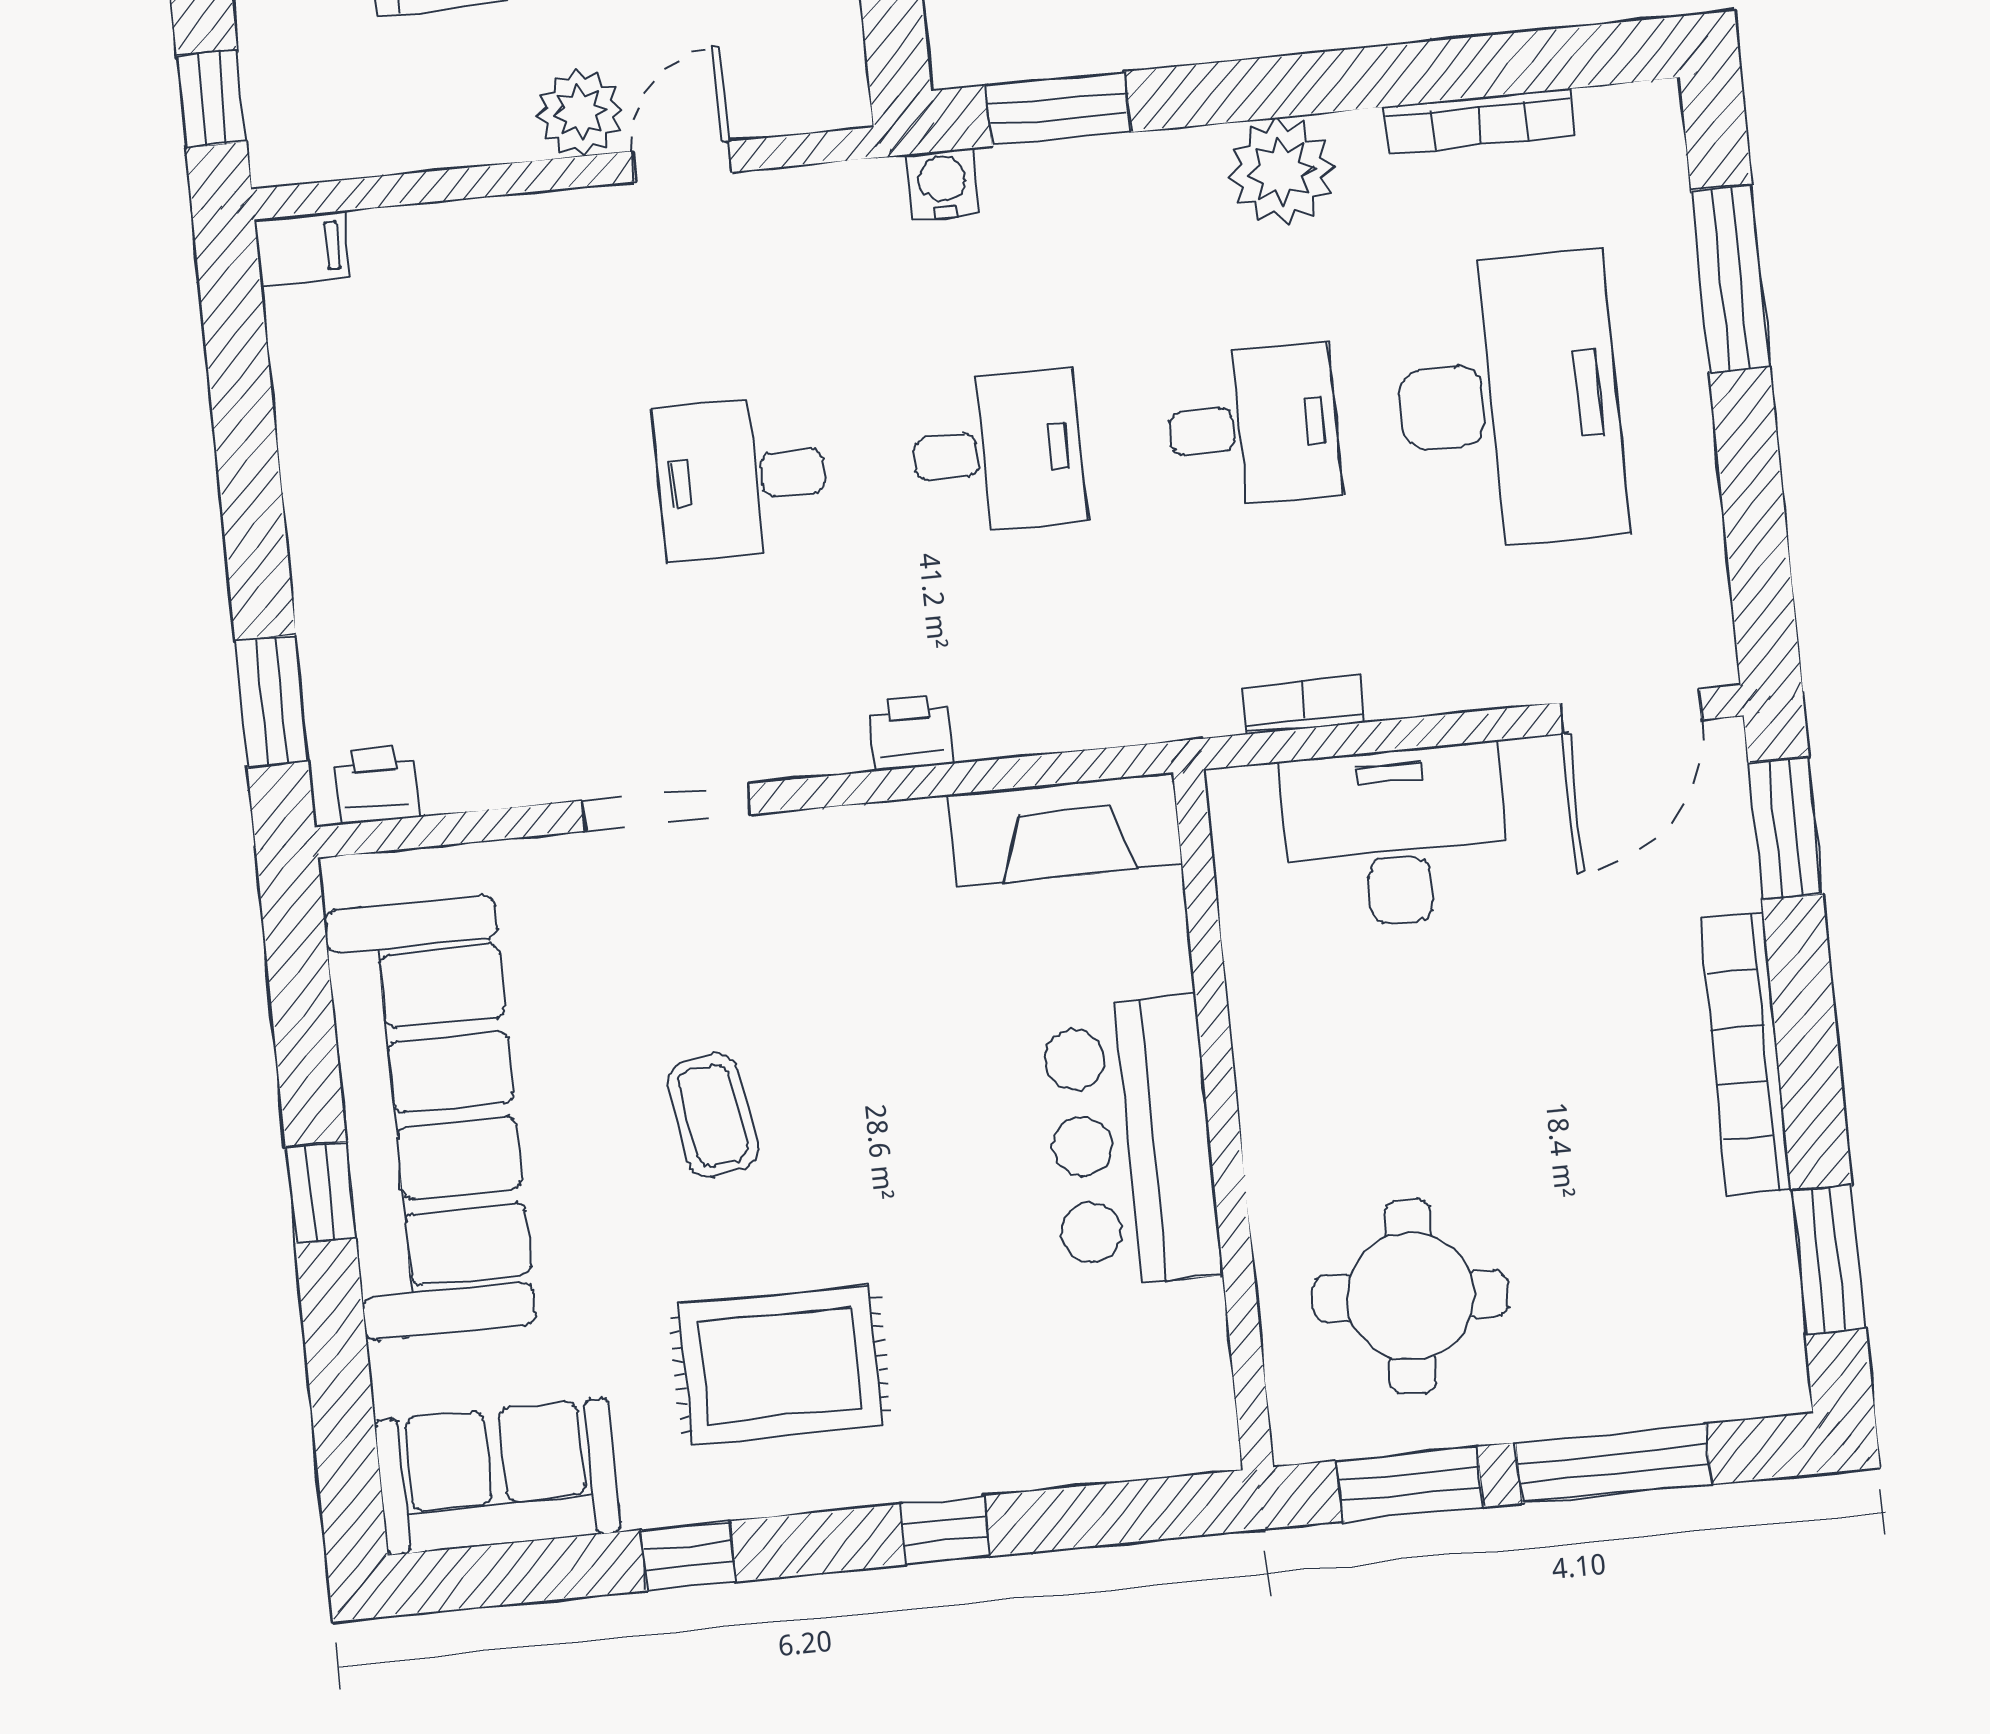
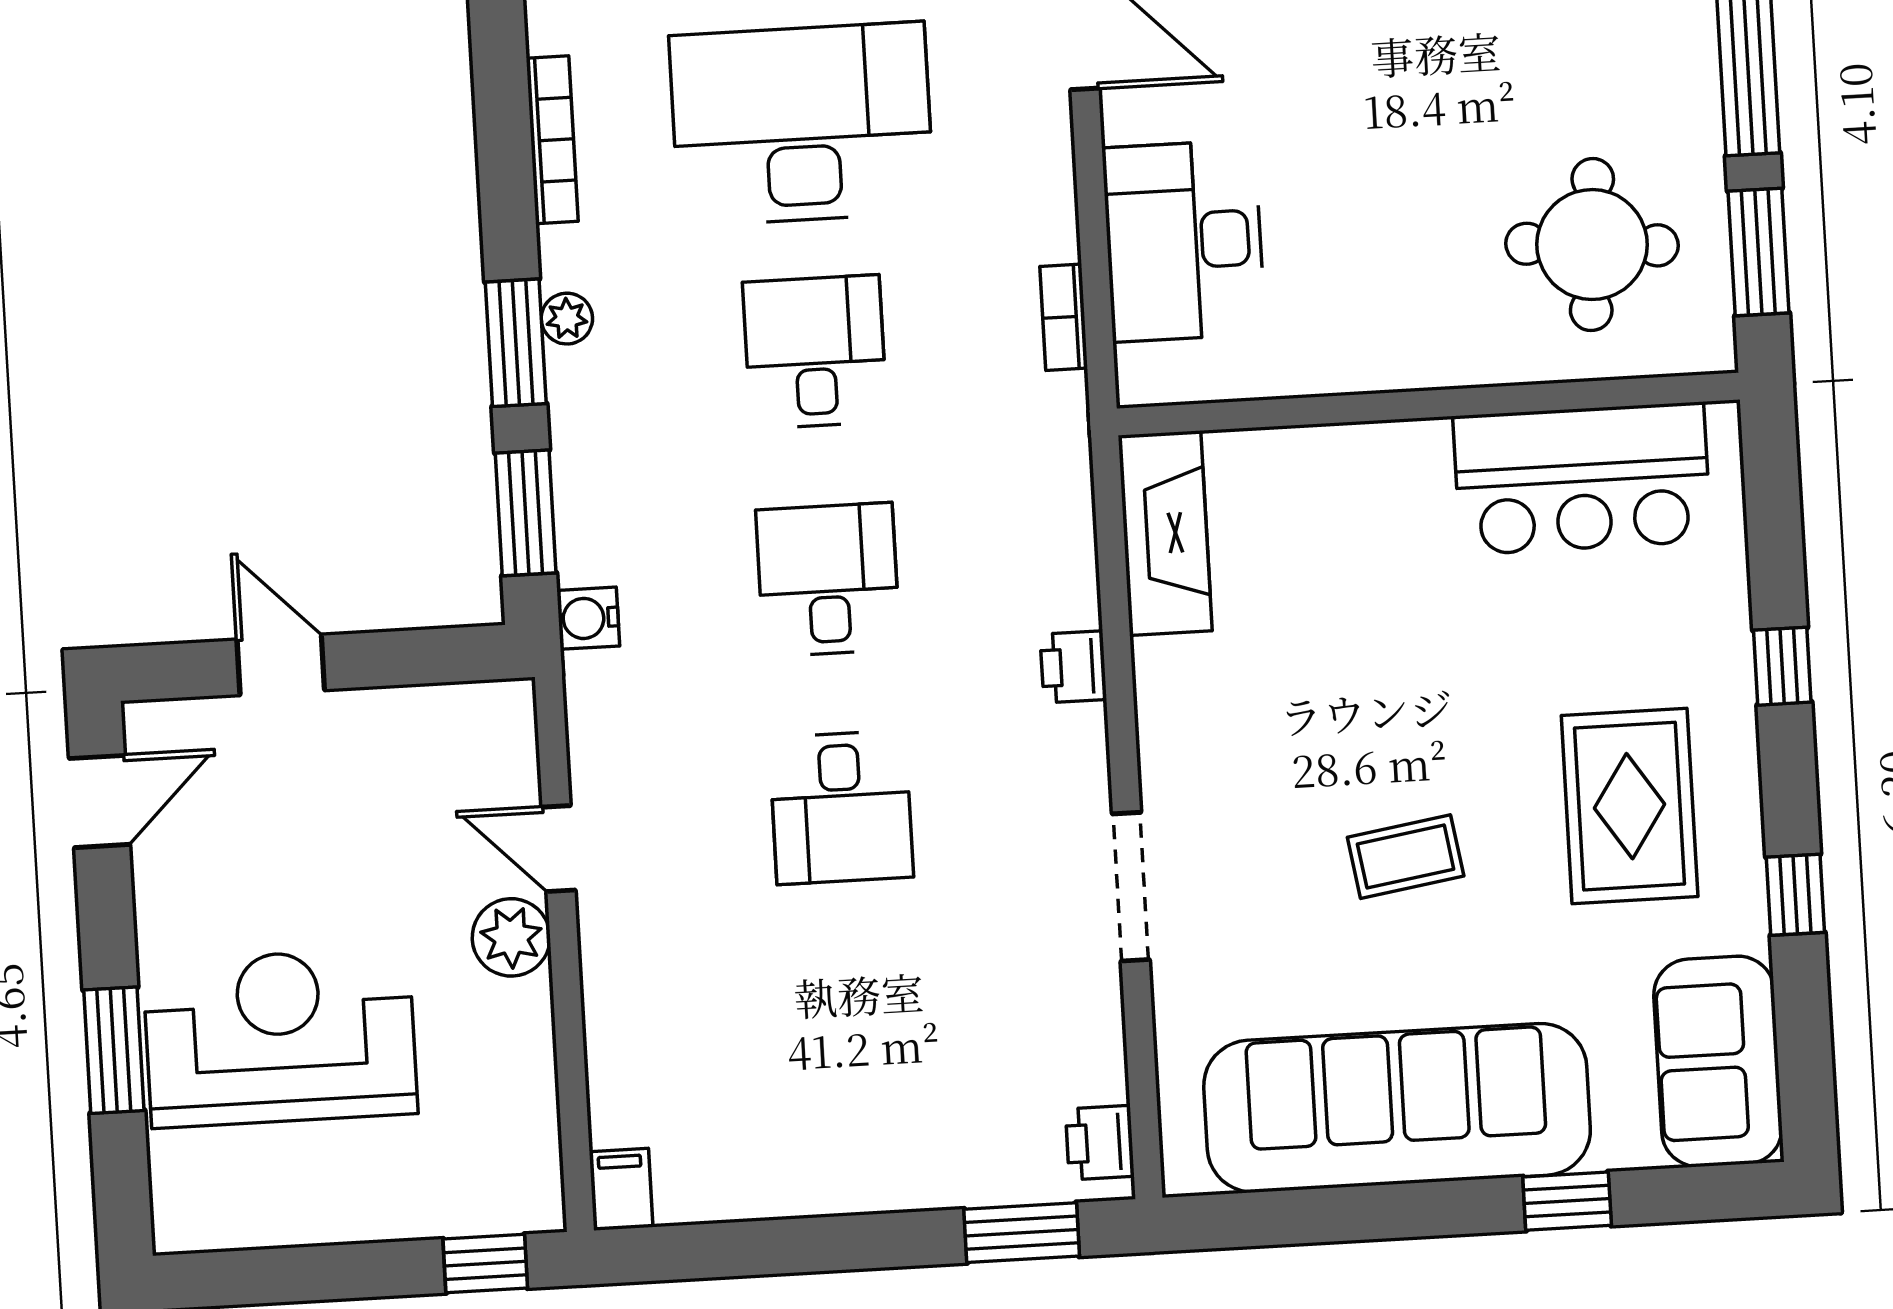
window: (1249, 90) -> (516, 343), added
plant: (1281, 171) -> (567, 319), width x0.53, depth x0.53
bar counter: (1131, 1142) -> (1582, 479), moved
window: (321, 1193) -> (1567, 1201), moved

